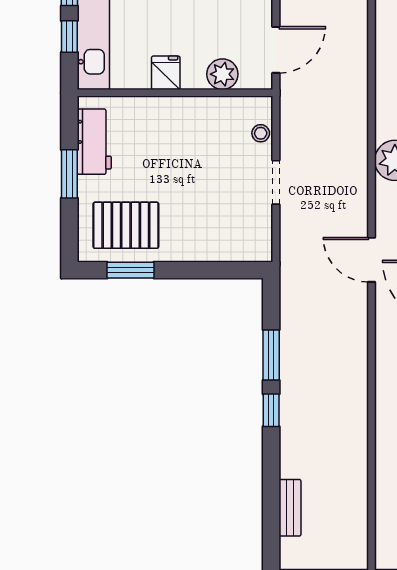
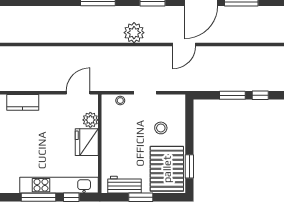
door: (276, 50) -> (78, 93), hinge flipped
fridge: (166, 73) -> (87, 142), width x1.88, depth x1.34
stool: (206, 213) -> (161, 128), added
pallet: (126, 225) -> (167, 169), width x1.37, depth x1.41

